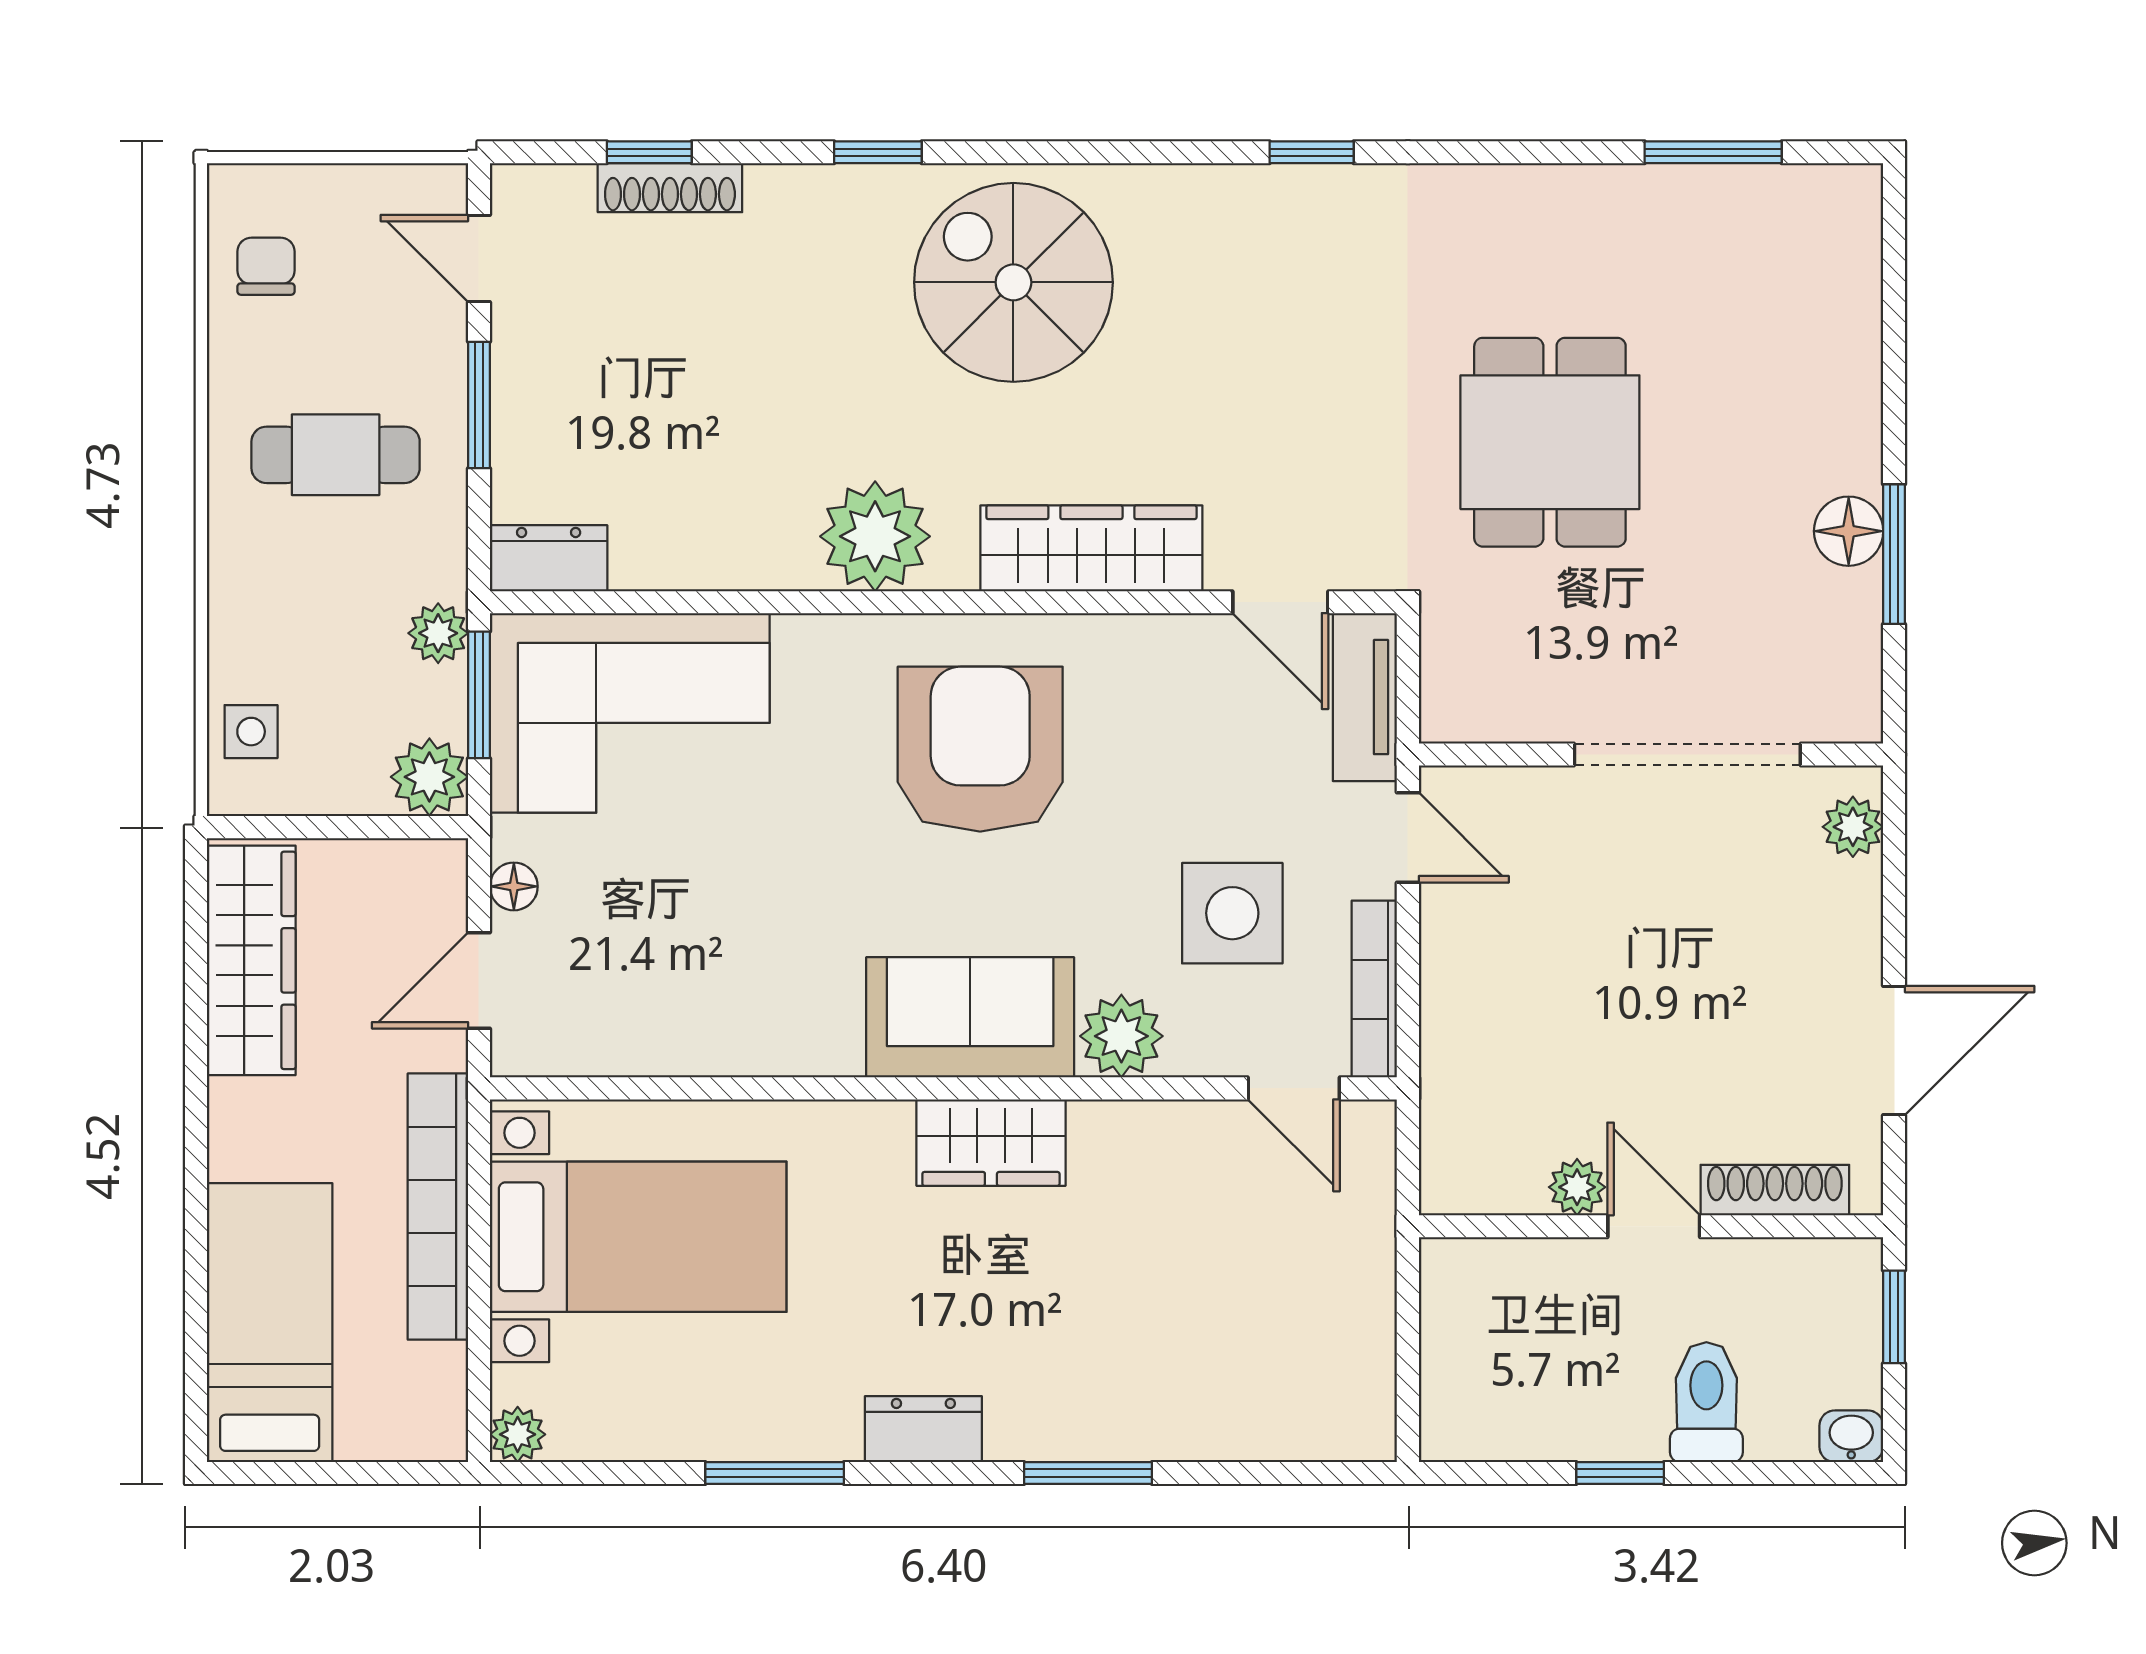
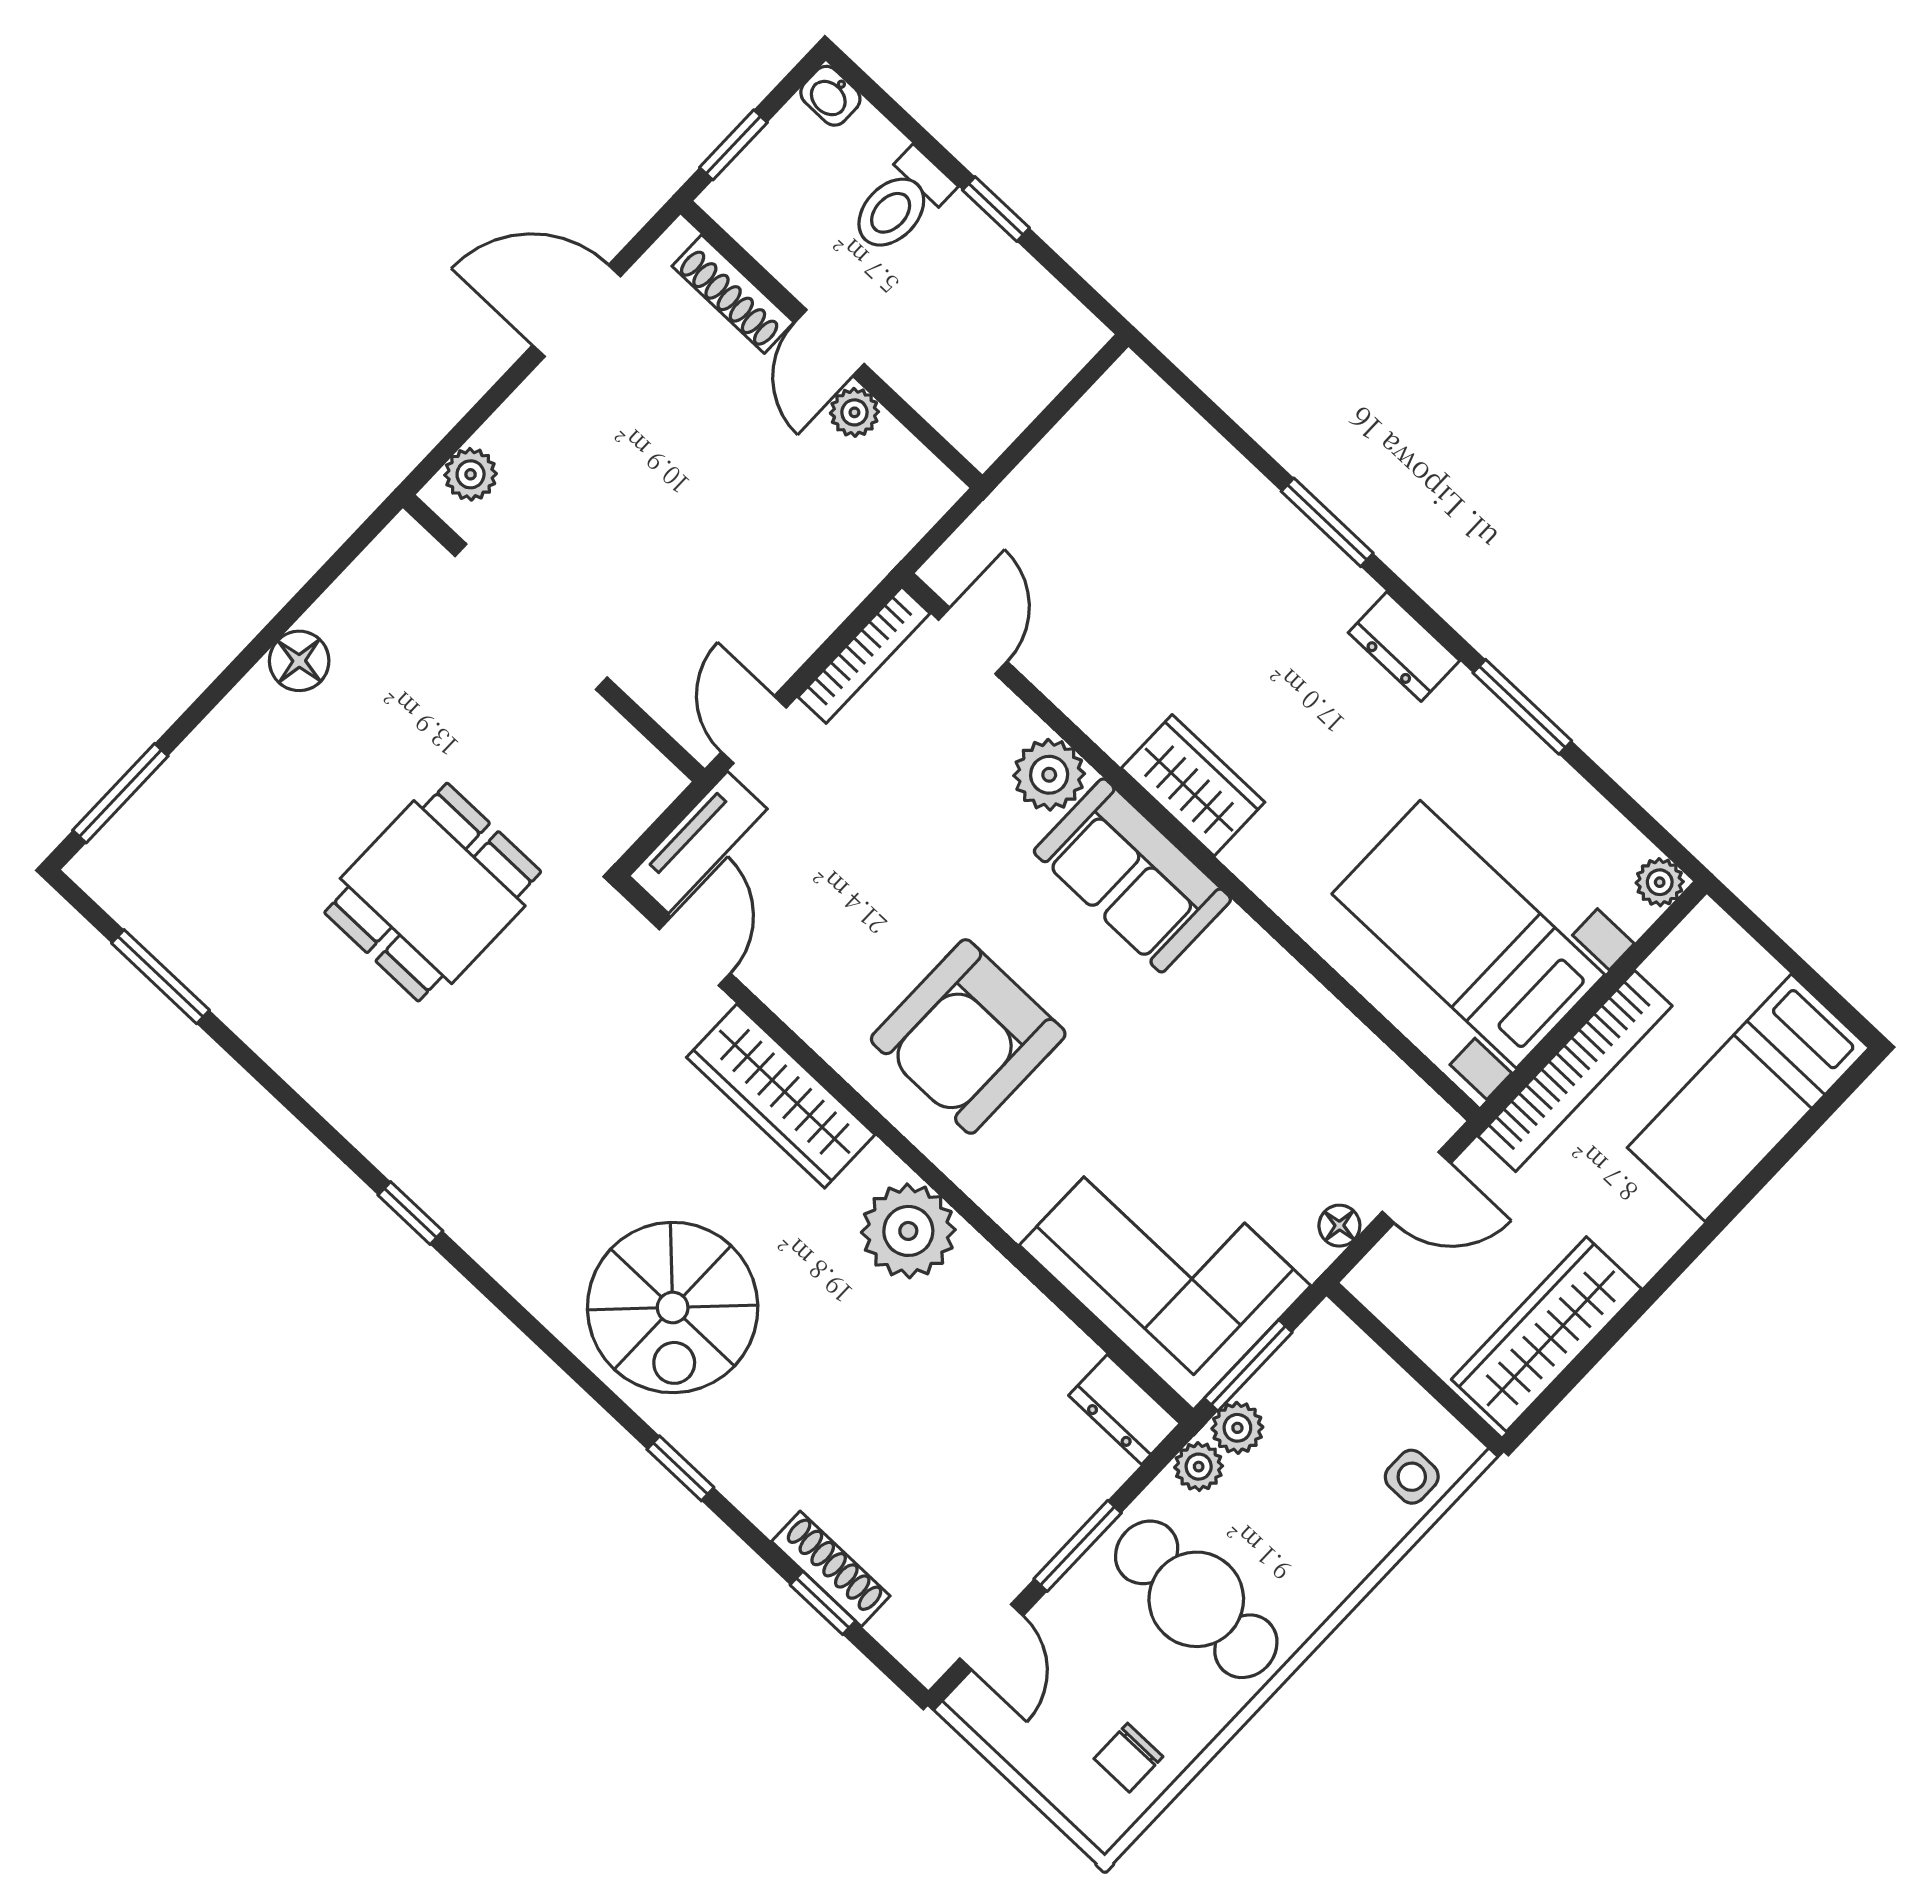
cafe table: (336, 455) -> (1196, 1599), width x1.37, depth x1.35
window: (1894, 554) -> (120, 793), moved
plant: (429, 777) -> (1199, 1467), moved, width x0.73, depth x0.73
side table: (1232, 913) -> (908, 786), removed

